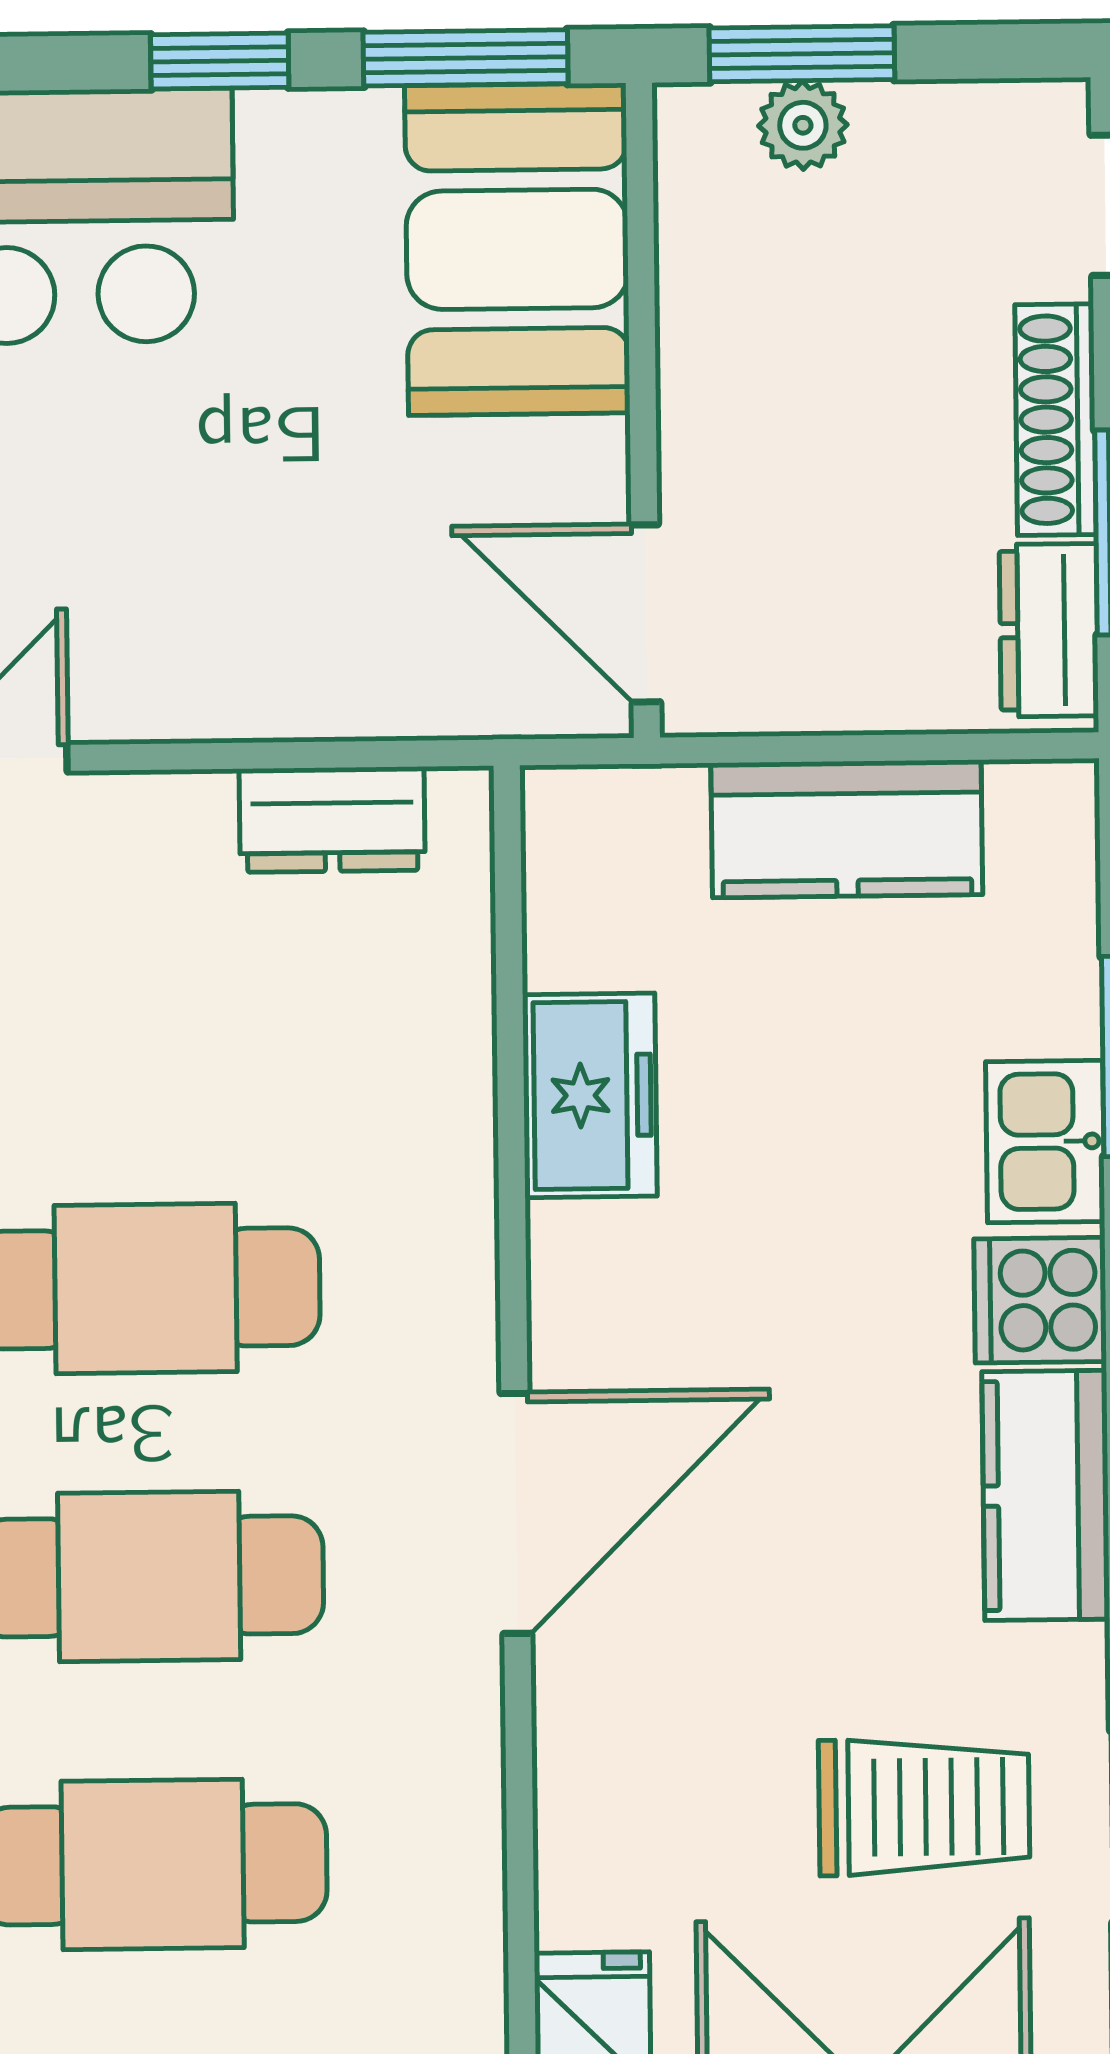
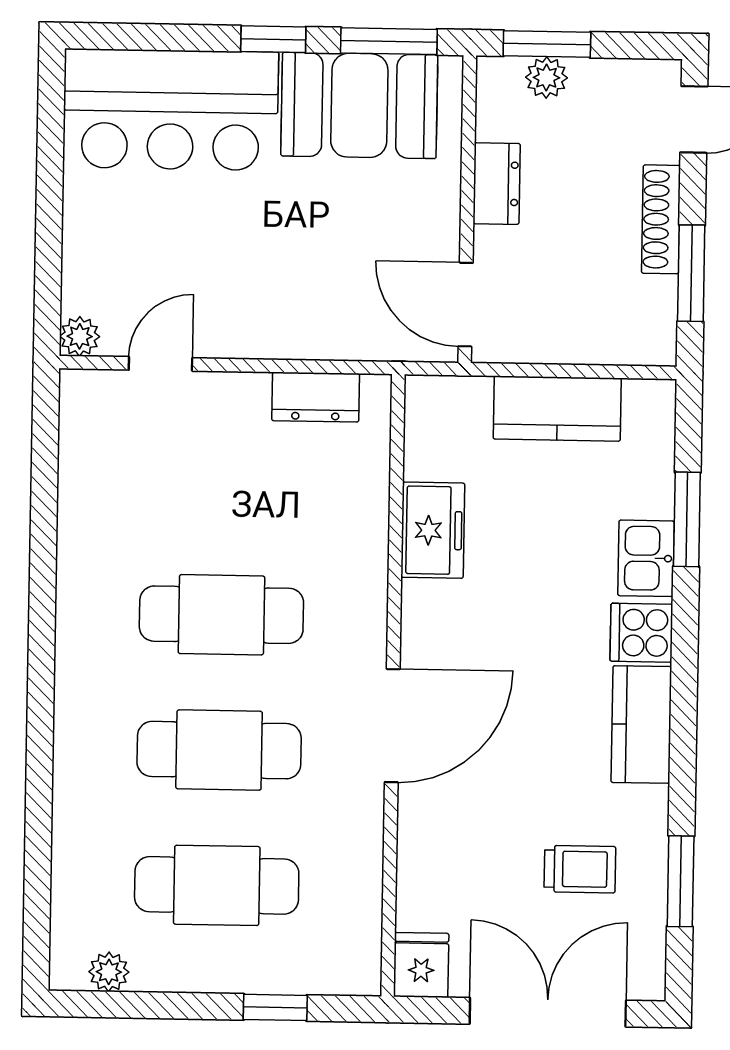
booth: (517, 249) -> (359, 105), moved, turned 90
dresser: (1049, 630) -> (497, 184), moved, turned 180
trolley: (924, 1807) -> (580, 869), width x0.73, depth x0.72

